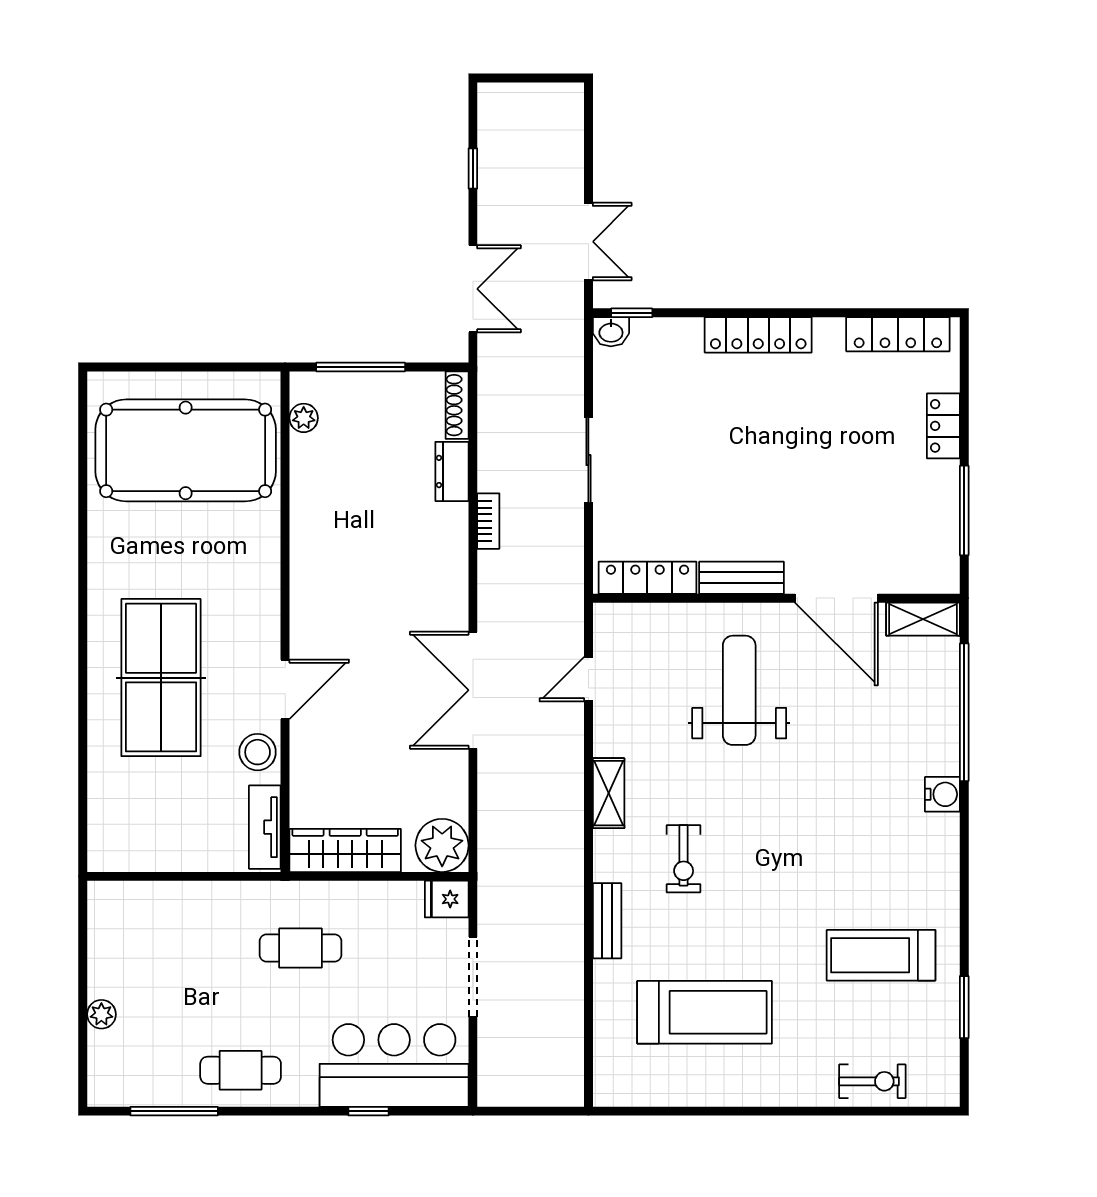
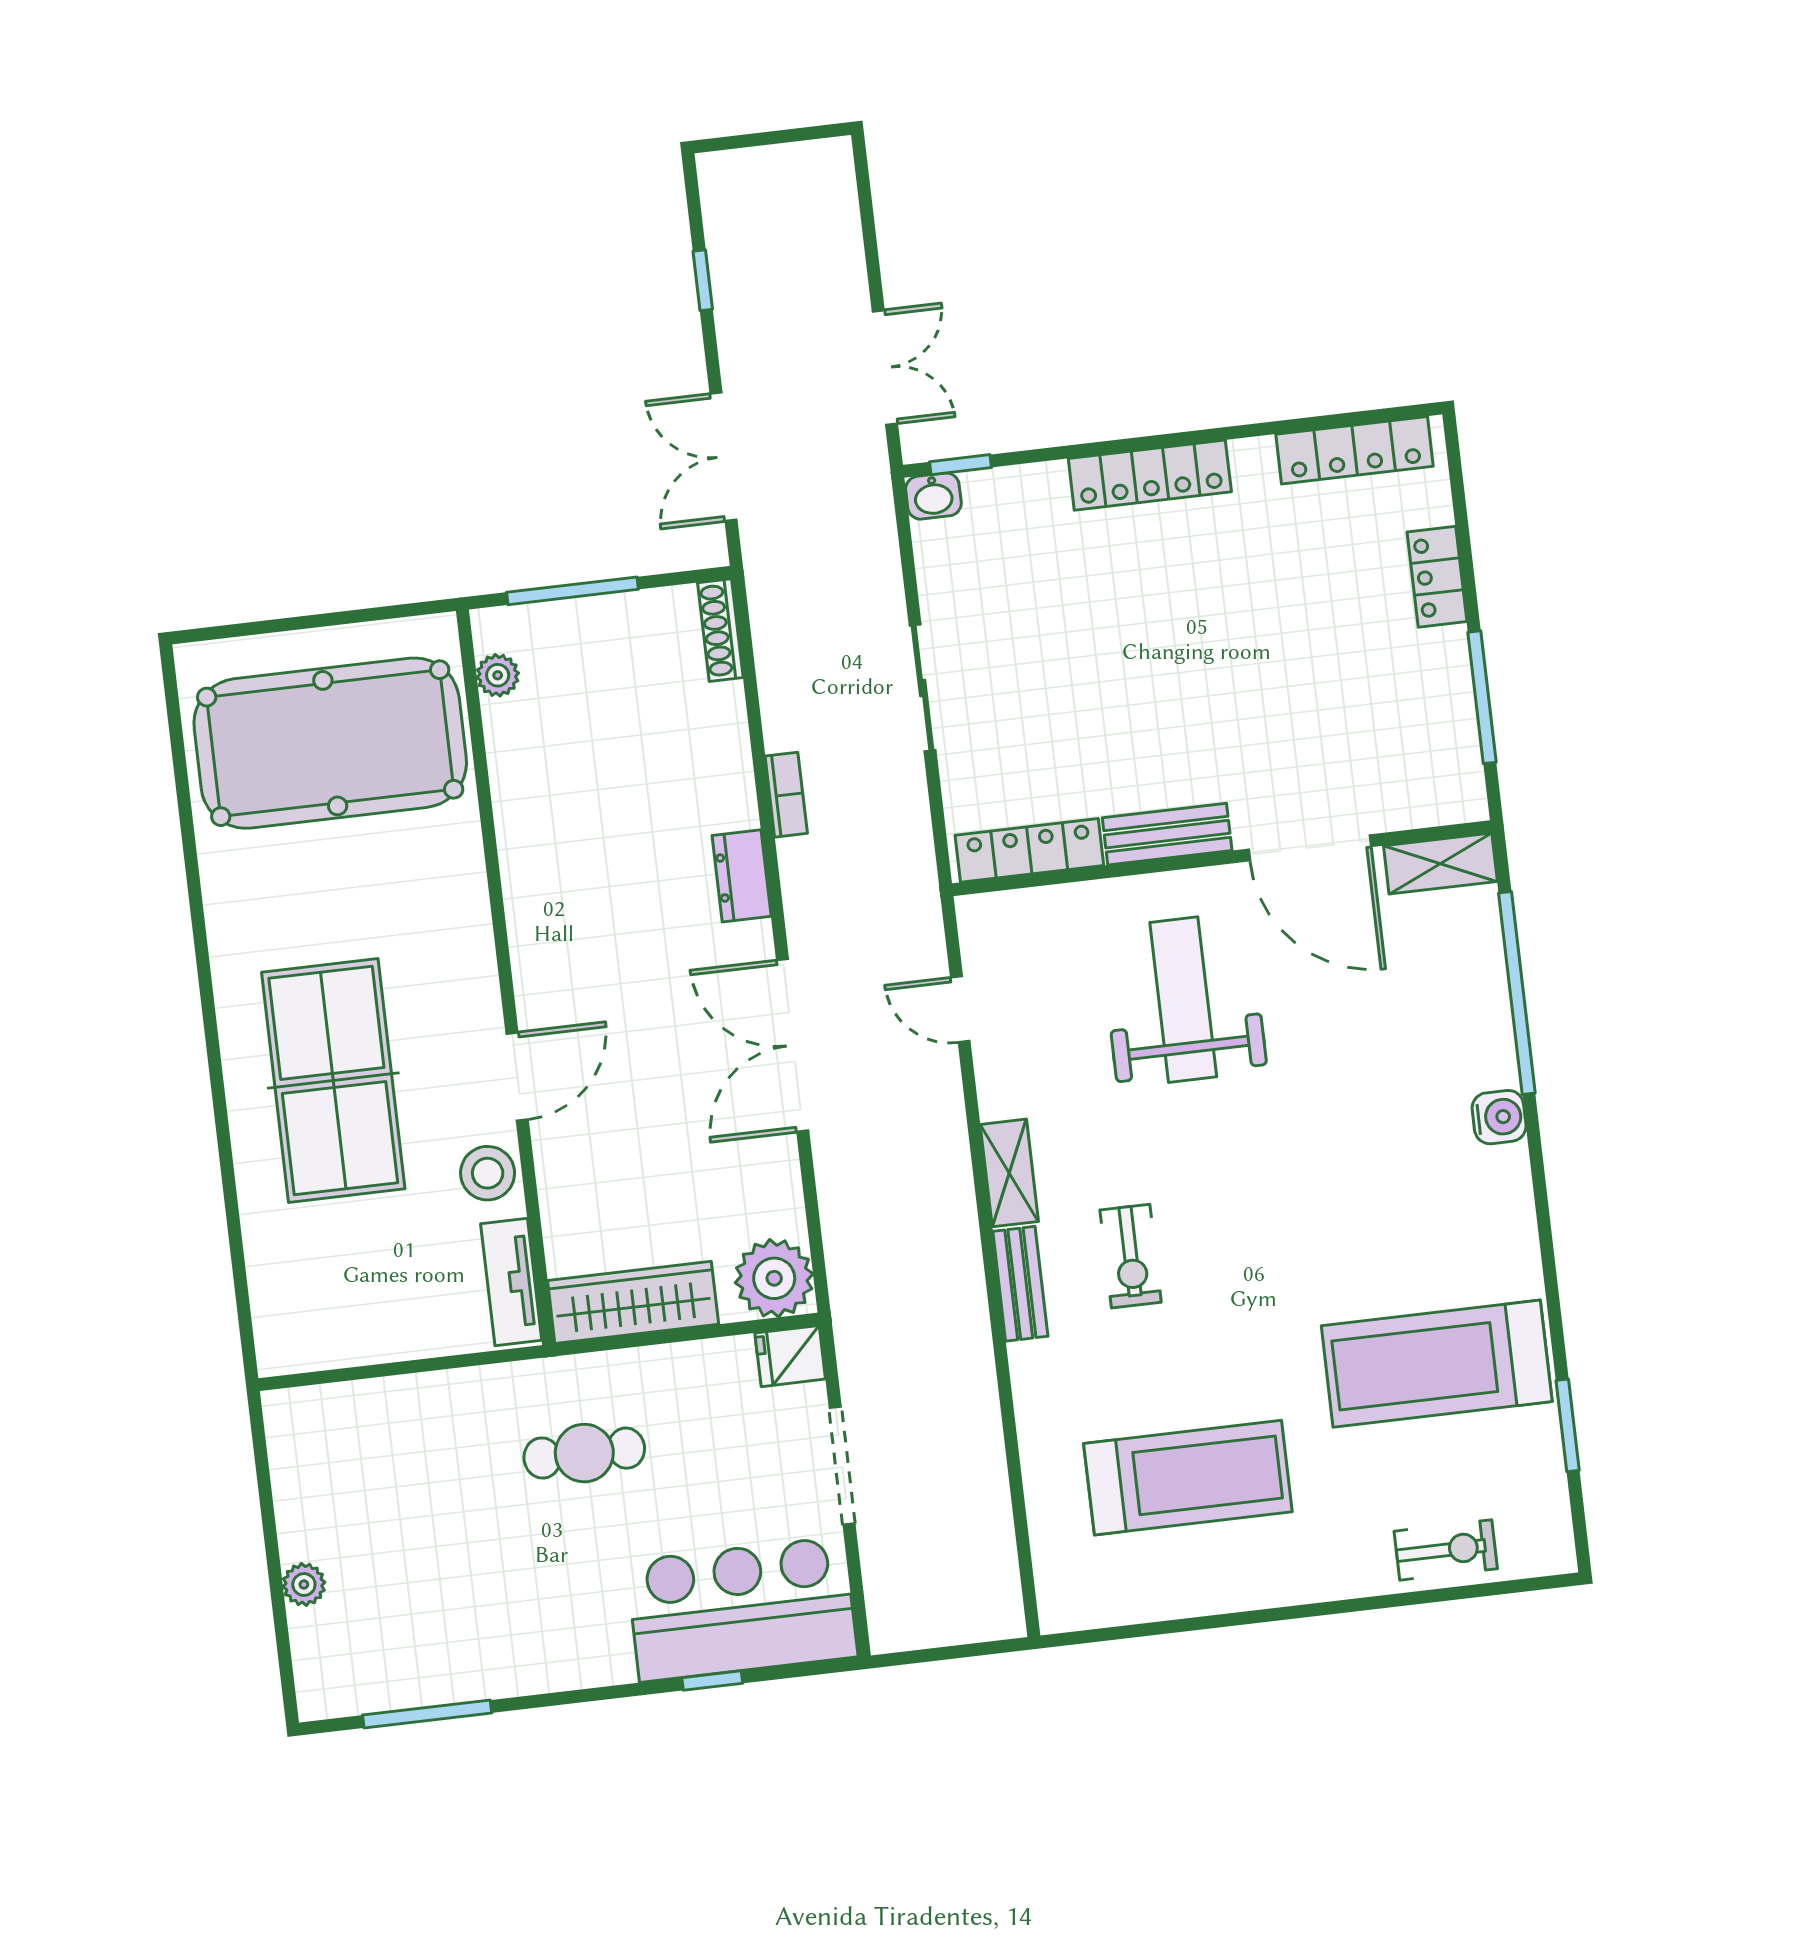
double door: (473, 289) -> (724, 457), swing flipped
dresser: (452, 471) -> (742, 876), moved
door: (588, 679) -> (960, 1009), hinge flipped
bench: (607, 921) -> (1020, 1284), moved
treadmill: (881, 955) -> (1437, 1364), width x1.37, depth x1.38
cafe table: (241, 1070) -> (518, 1643), removed

